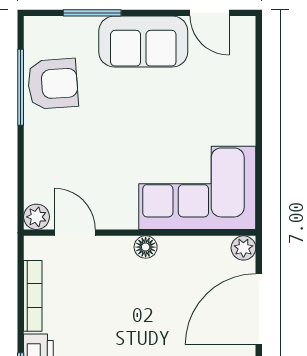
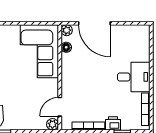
floor lamp: (146, 247) -> (66, 47), moved

